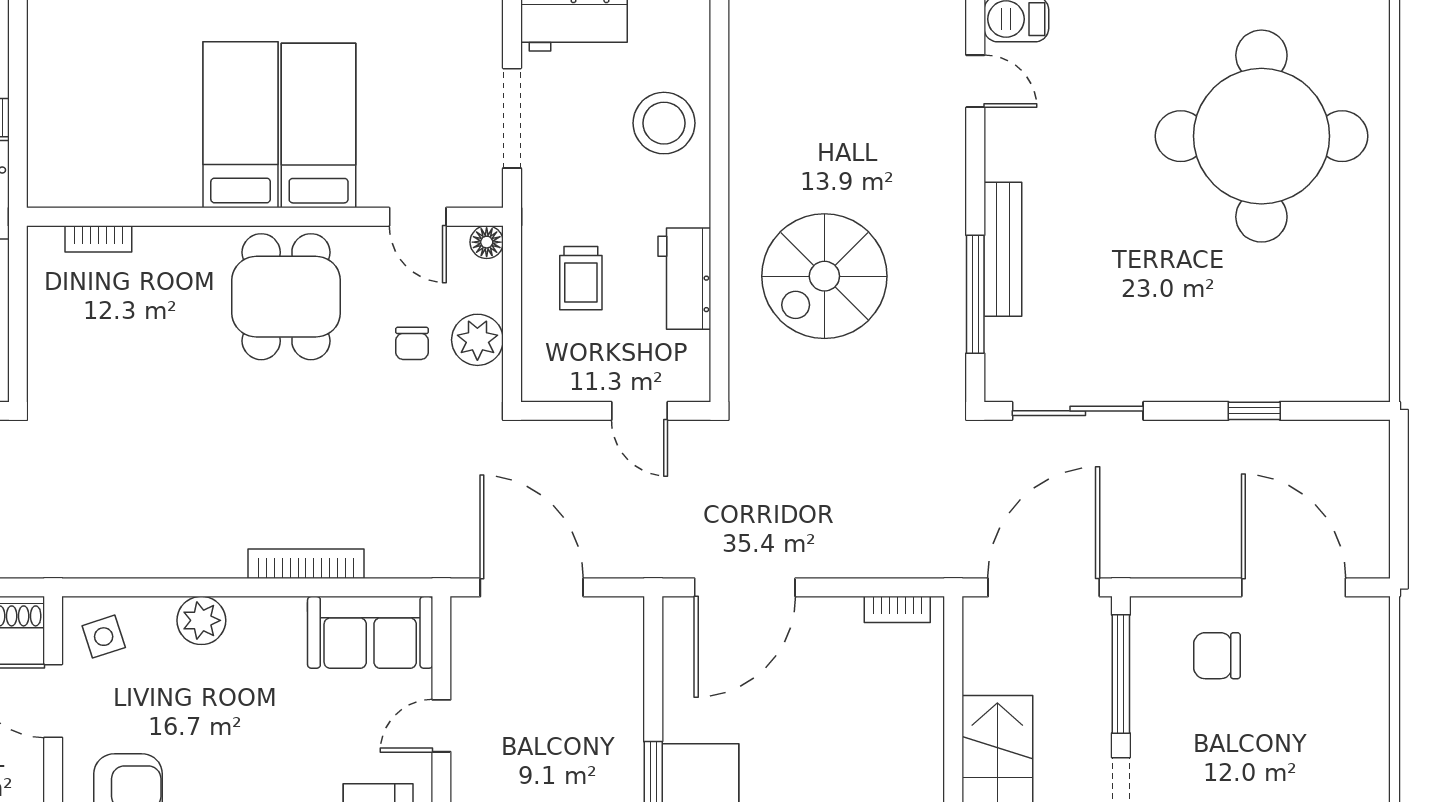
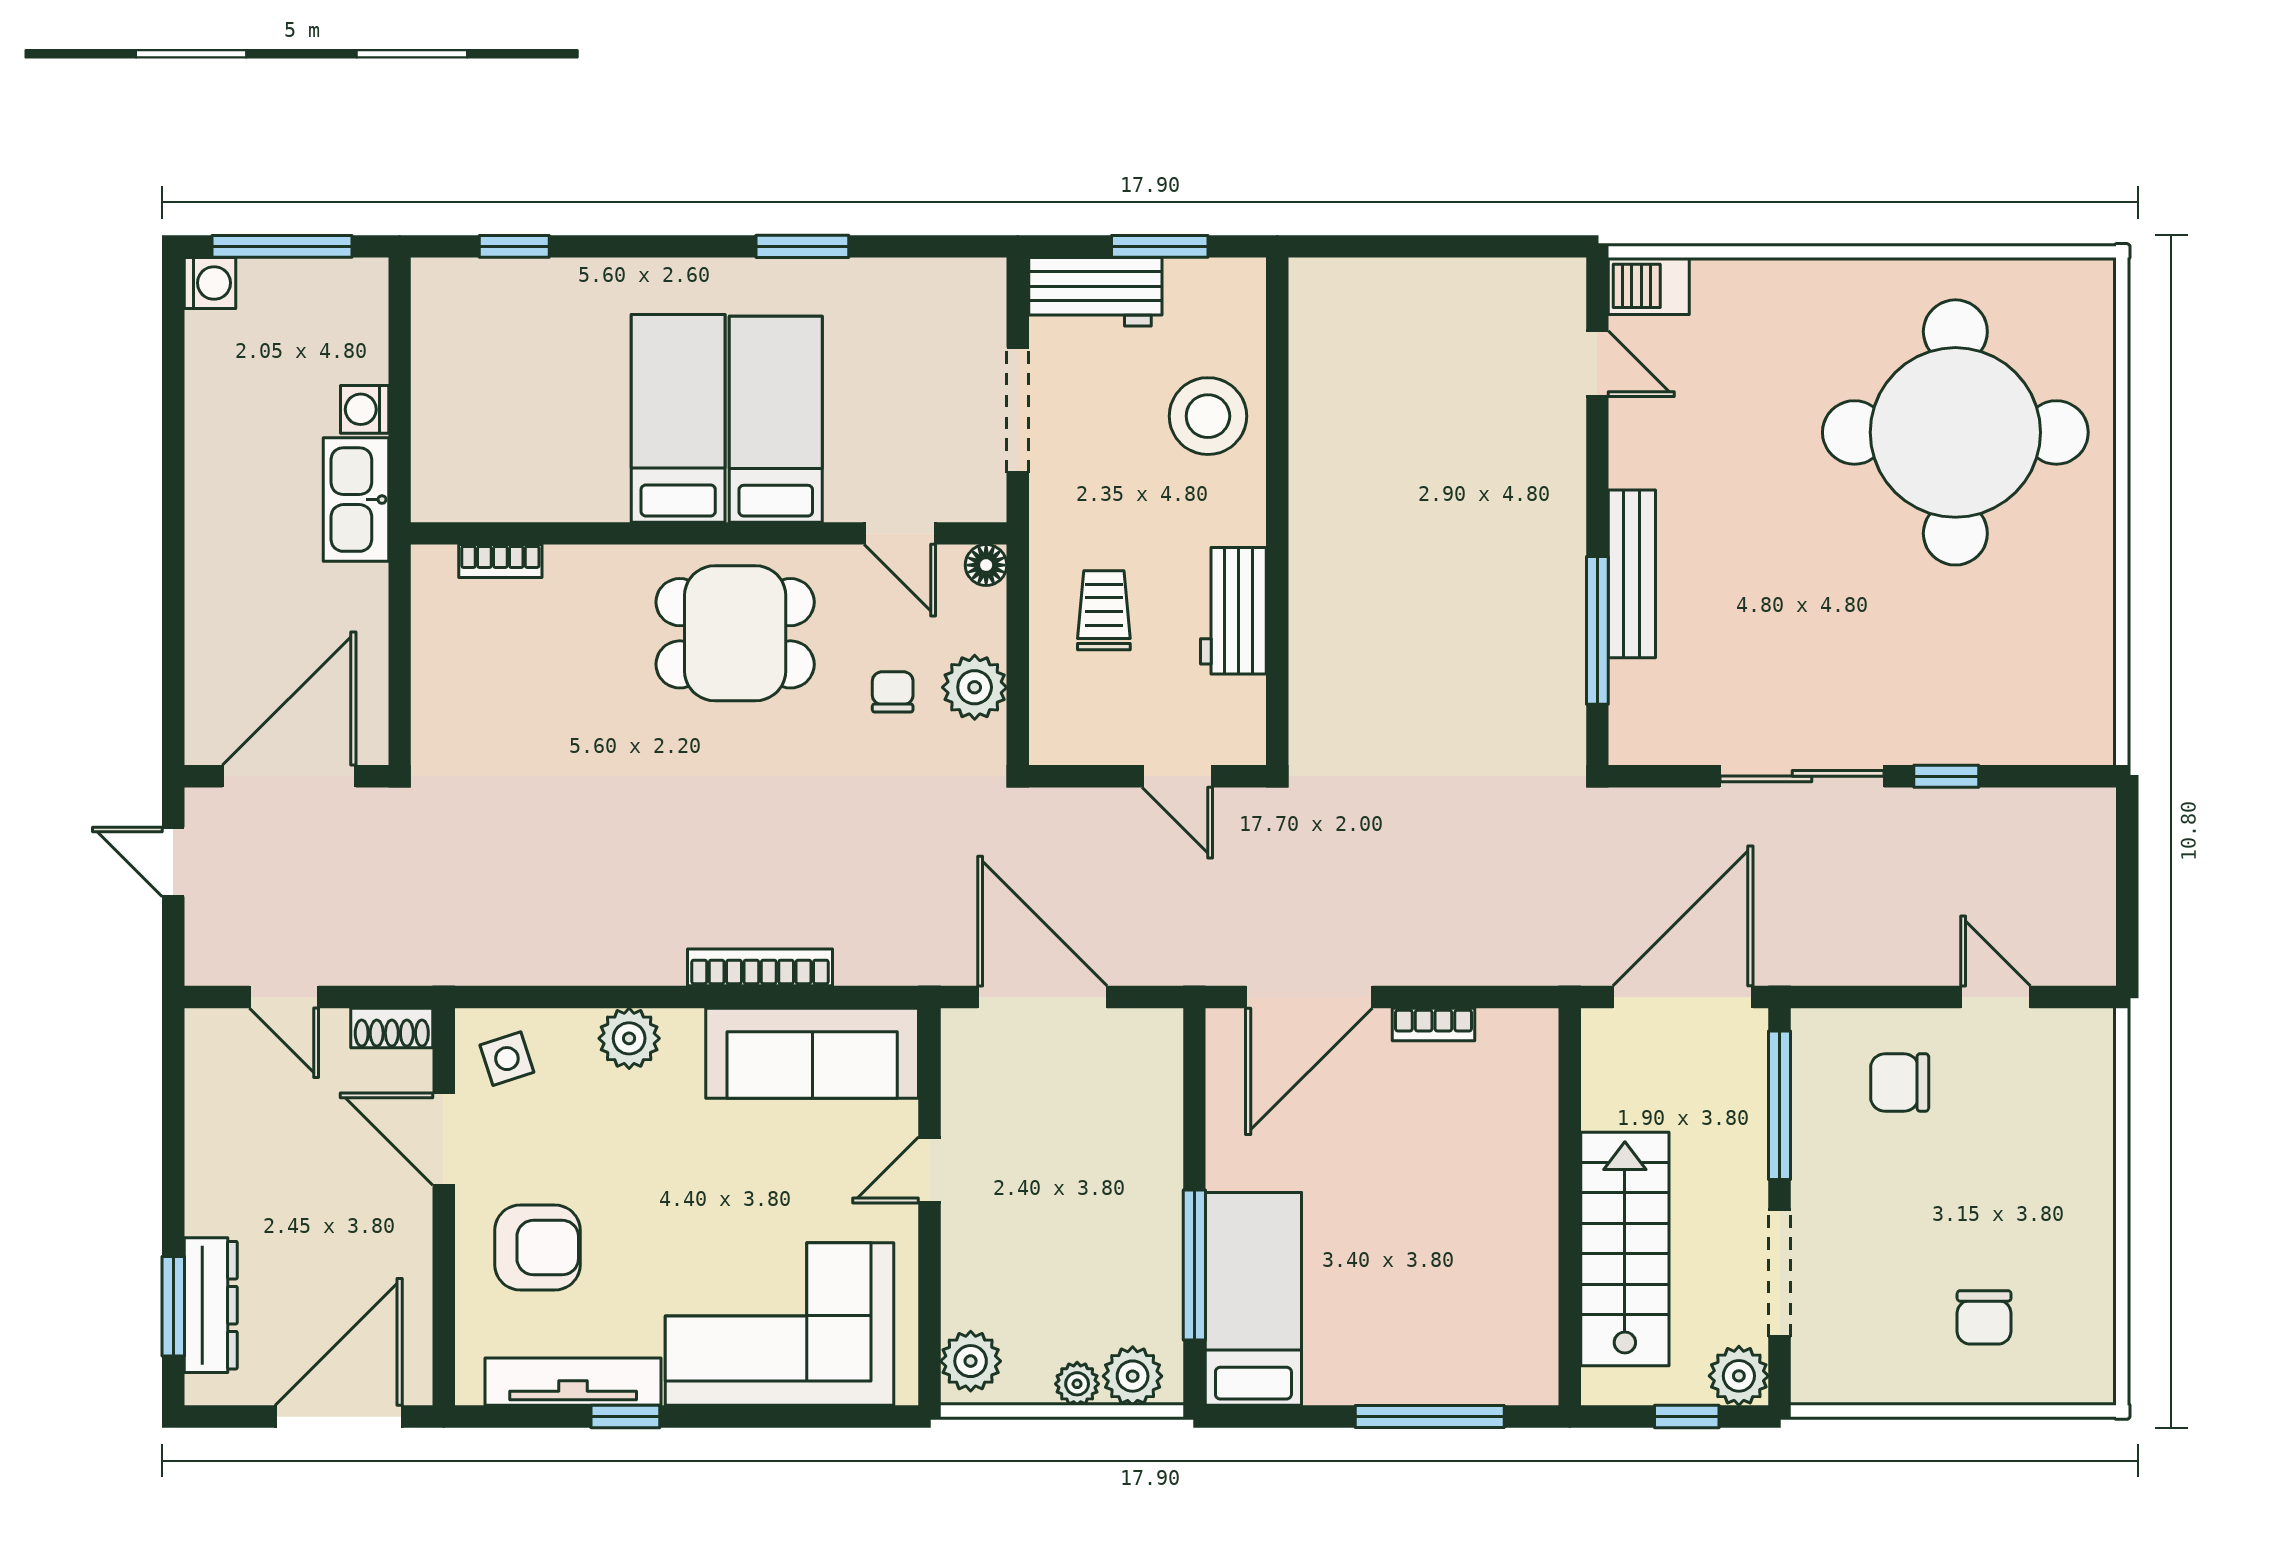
spiral stairs: (824, 276) -> (1409, 608), removed
trolley: (581, 278) -> (1104, 610), turned 180
dining table: (286, 297) -> (735, 633), turned 90
chair: (412, 343) -> (893, 692), turned 180
sliding door: (1078, 411) -> (1802, 776), moved
door: (1294, 587) -> (1996, 997), width x0.53
bookcase: (897, 609) -> (1434, 1025), moved
sofa: (370, 632) -> (812, 1053), width x1.36

